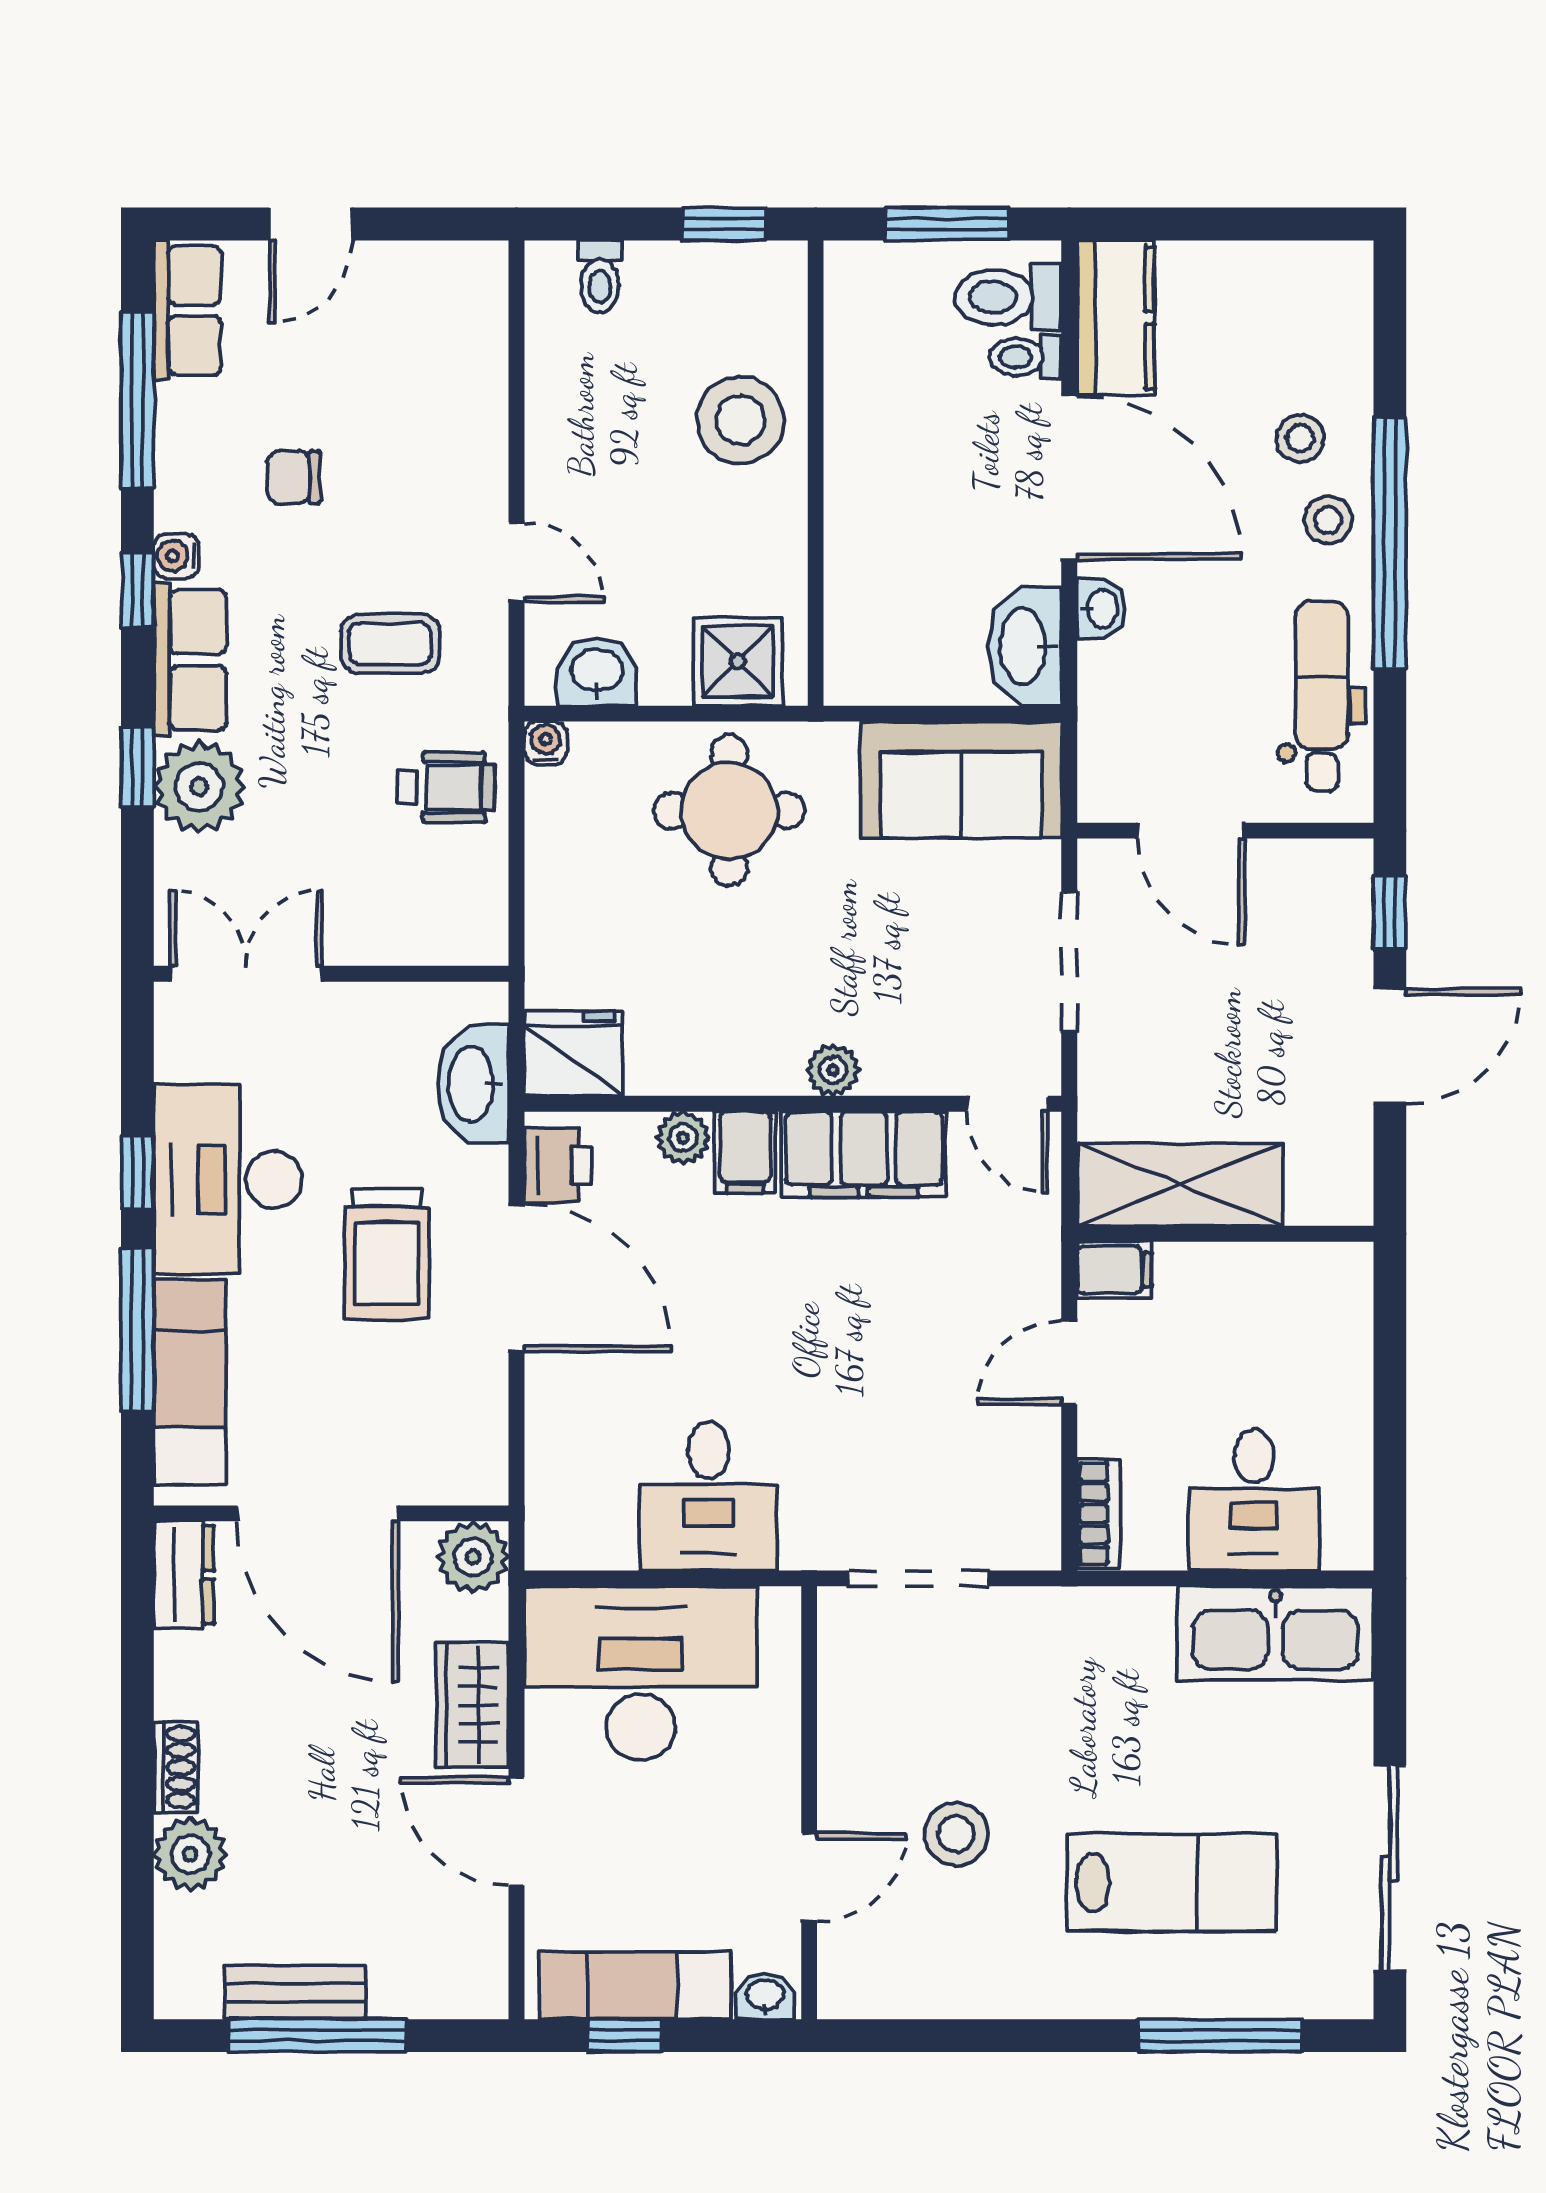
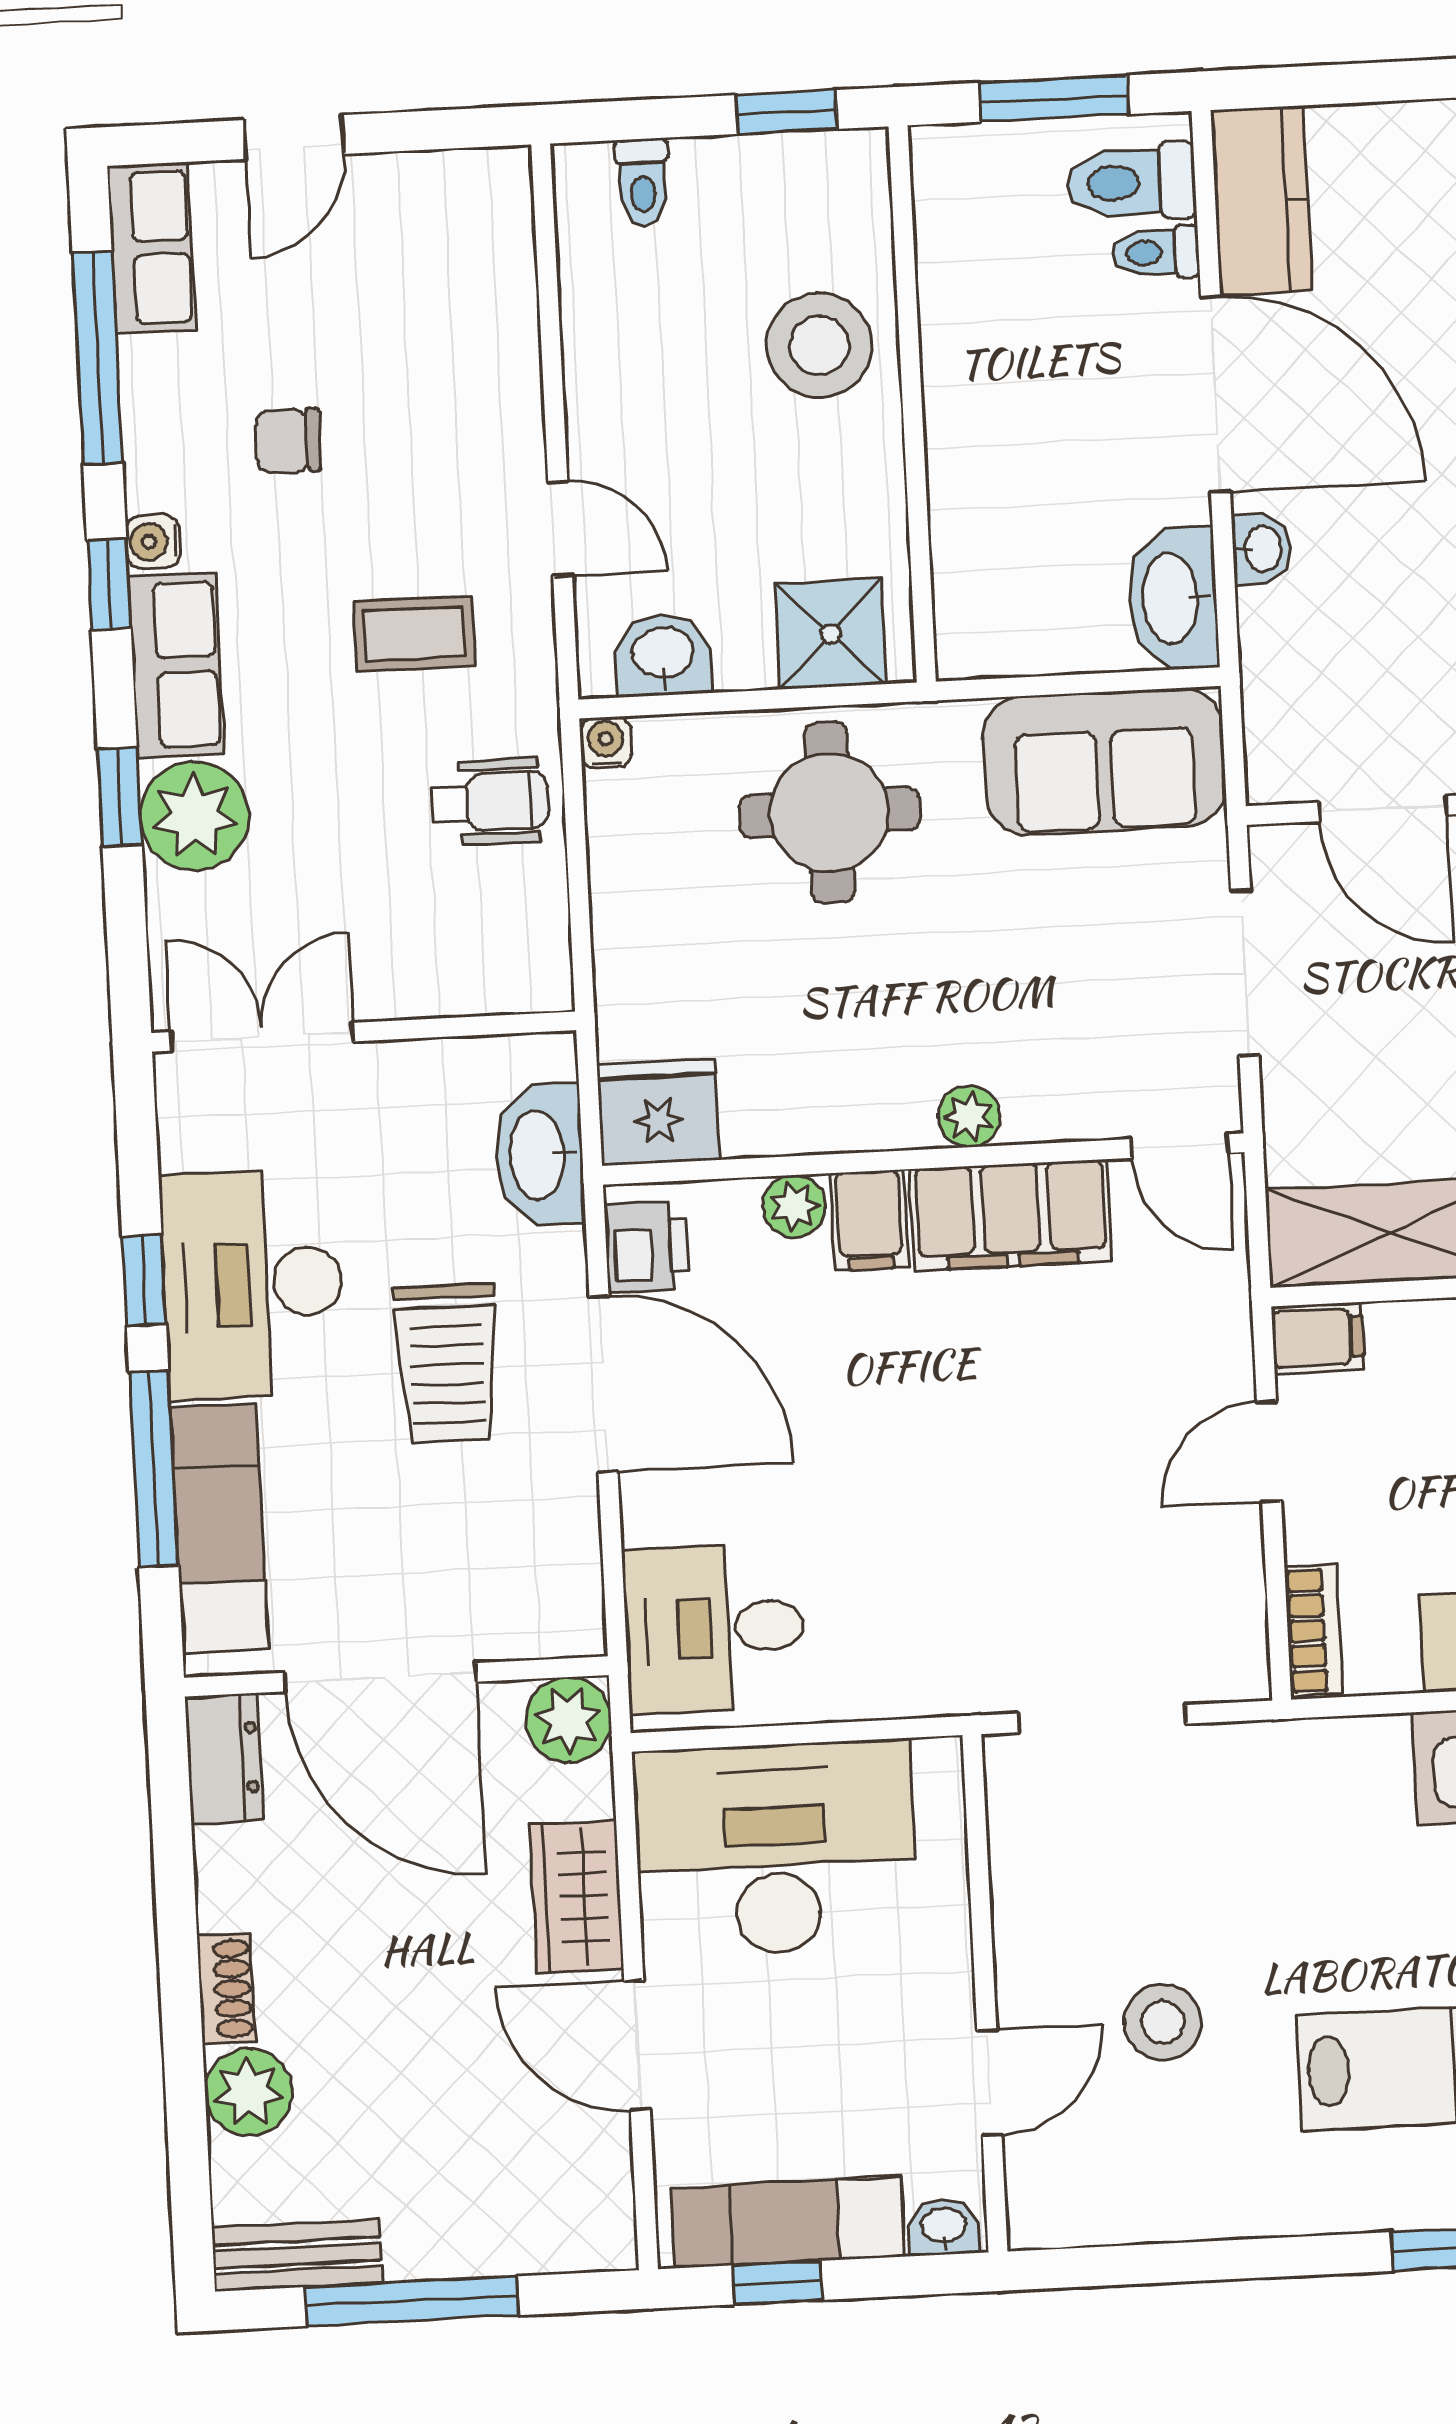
desk: (709, 1496) -> (714, 1628), moved, turned 90
bench: (295, 1992) -> (297, 2255), moved

